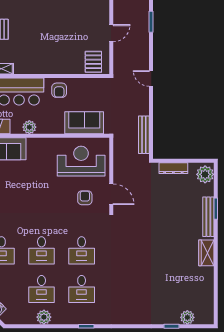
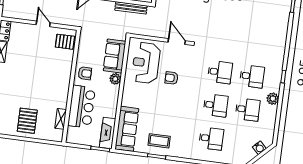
plant: (29, 127) -> (115, 79), moved
door: (111, 194) -> (177, 41), hinge flipped
armchair: (85, 198) -> (171, 78), moved
plant: (44, 317) -> (273, 99), moved

